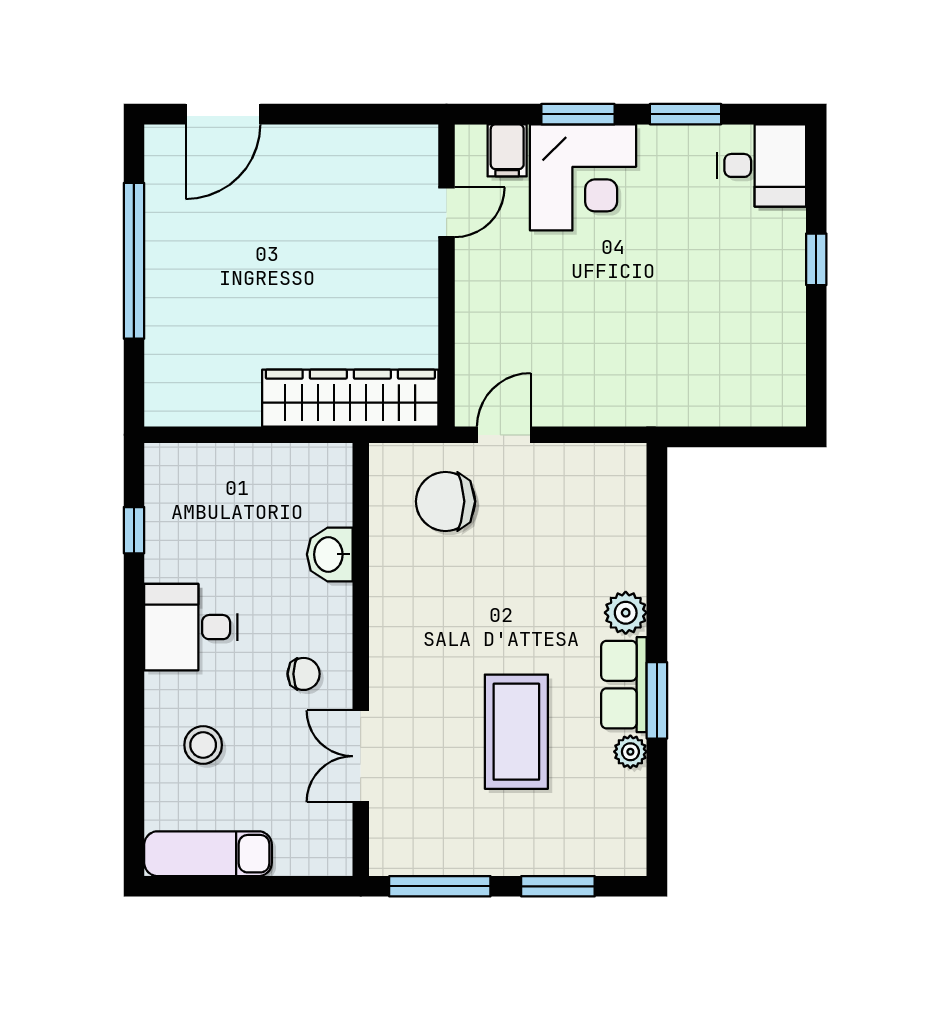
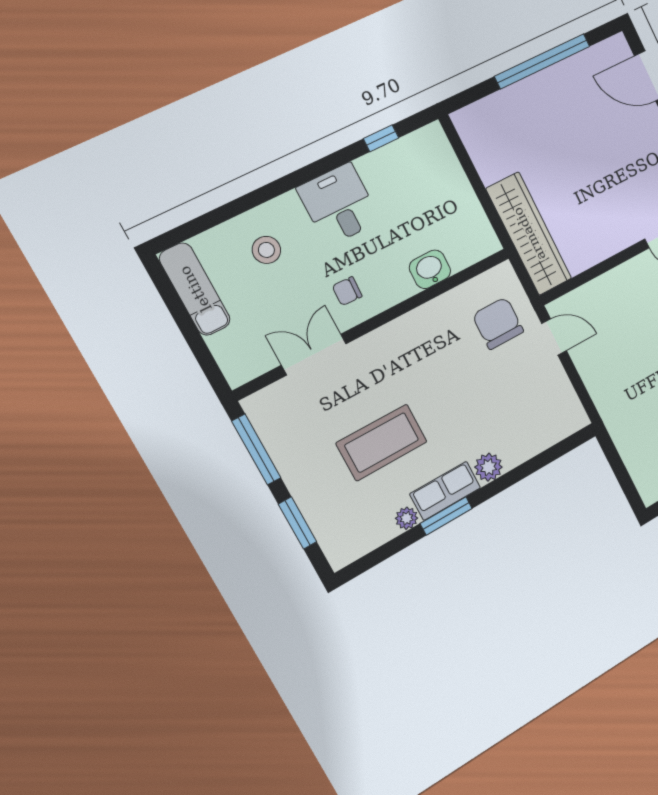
chair: (304, 674) -> (347, 291), turned 92

